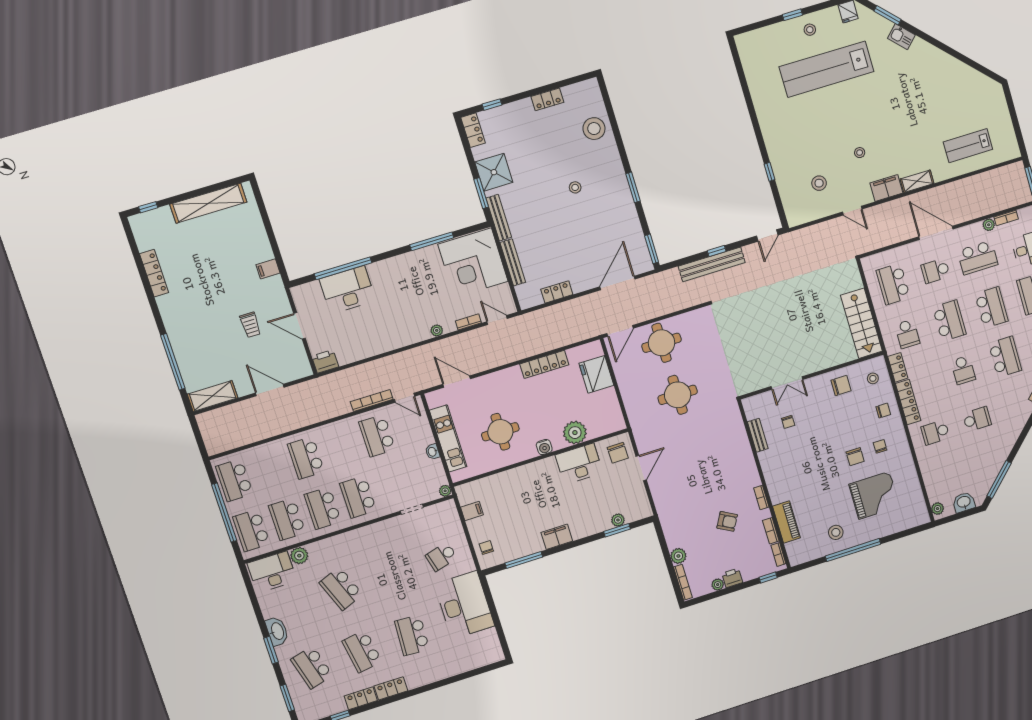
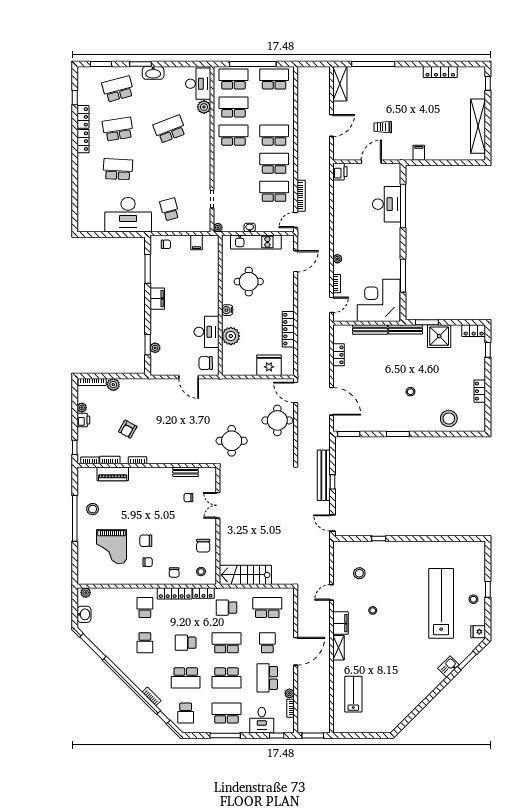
school desk: (949, 321) -> (226, 643), turned 180
round table: (678, 395) -> (232, 441), moved
school desk: (358, 497) -> (274, 163), moved

